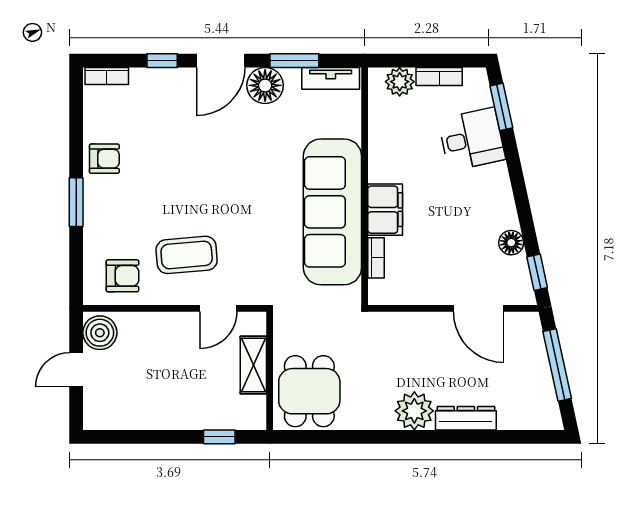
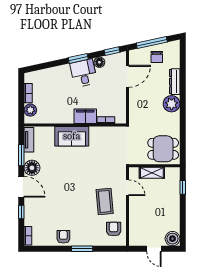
window: (501, 107) -> (78, 58), moved
desk: (472, 139) -> (84, 73), moved
sofa: (332, 212) -> (72, 136), width x0.54, depth x0.79
boiler: (100, 333) -> (172, 239), moved
chair: (523, 376) -> (157, 57), added

